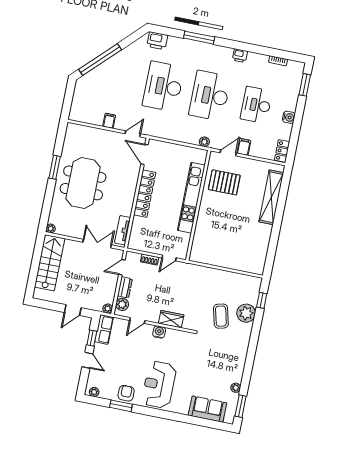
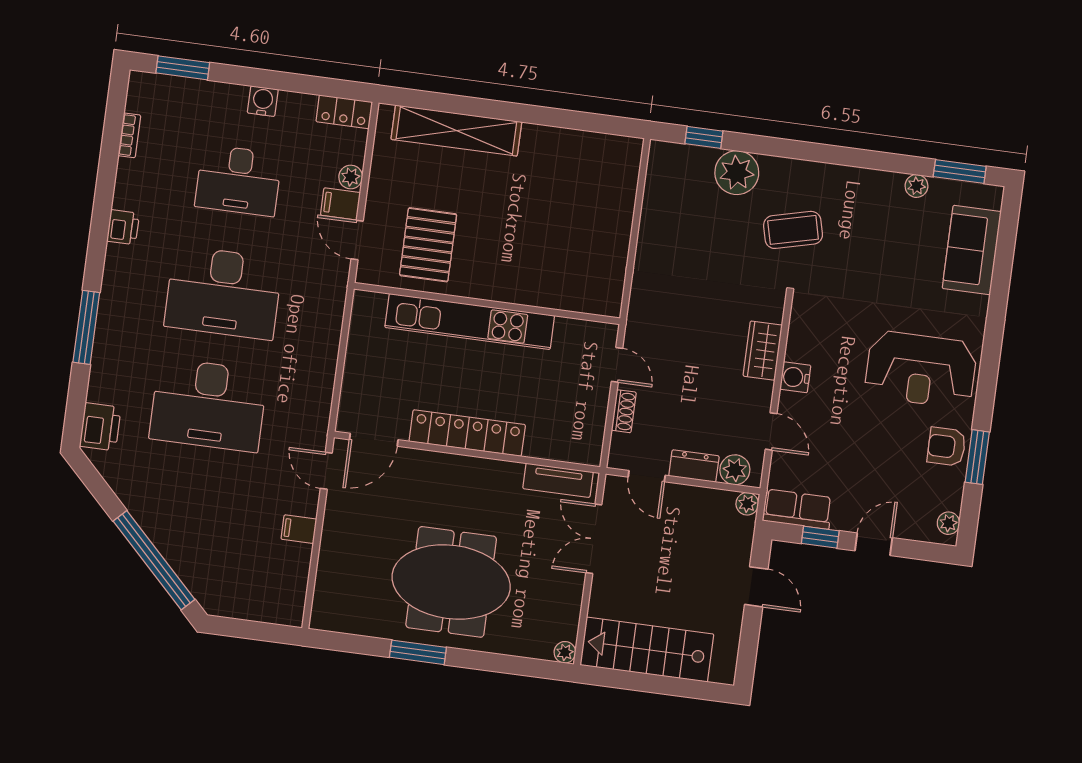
plant: (204, 142) -> (351, 177), moved
coffee table: (221, 316) -> (793, 230), moved

